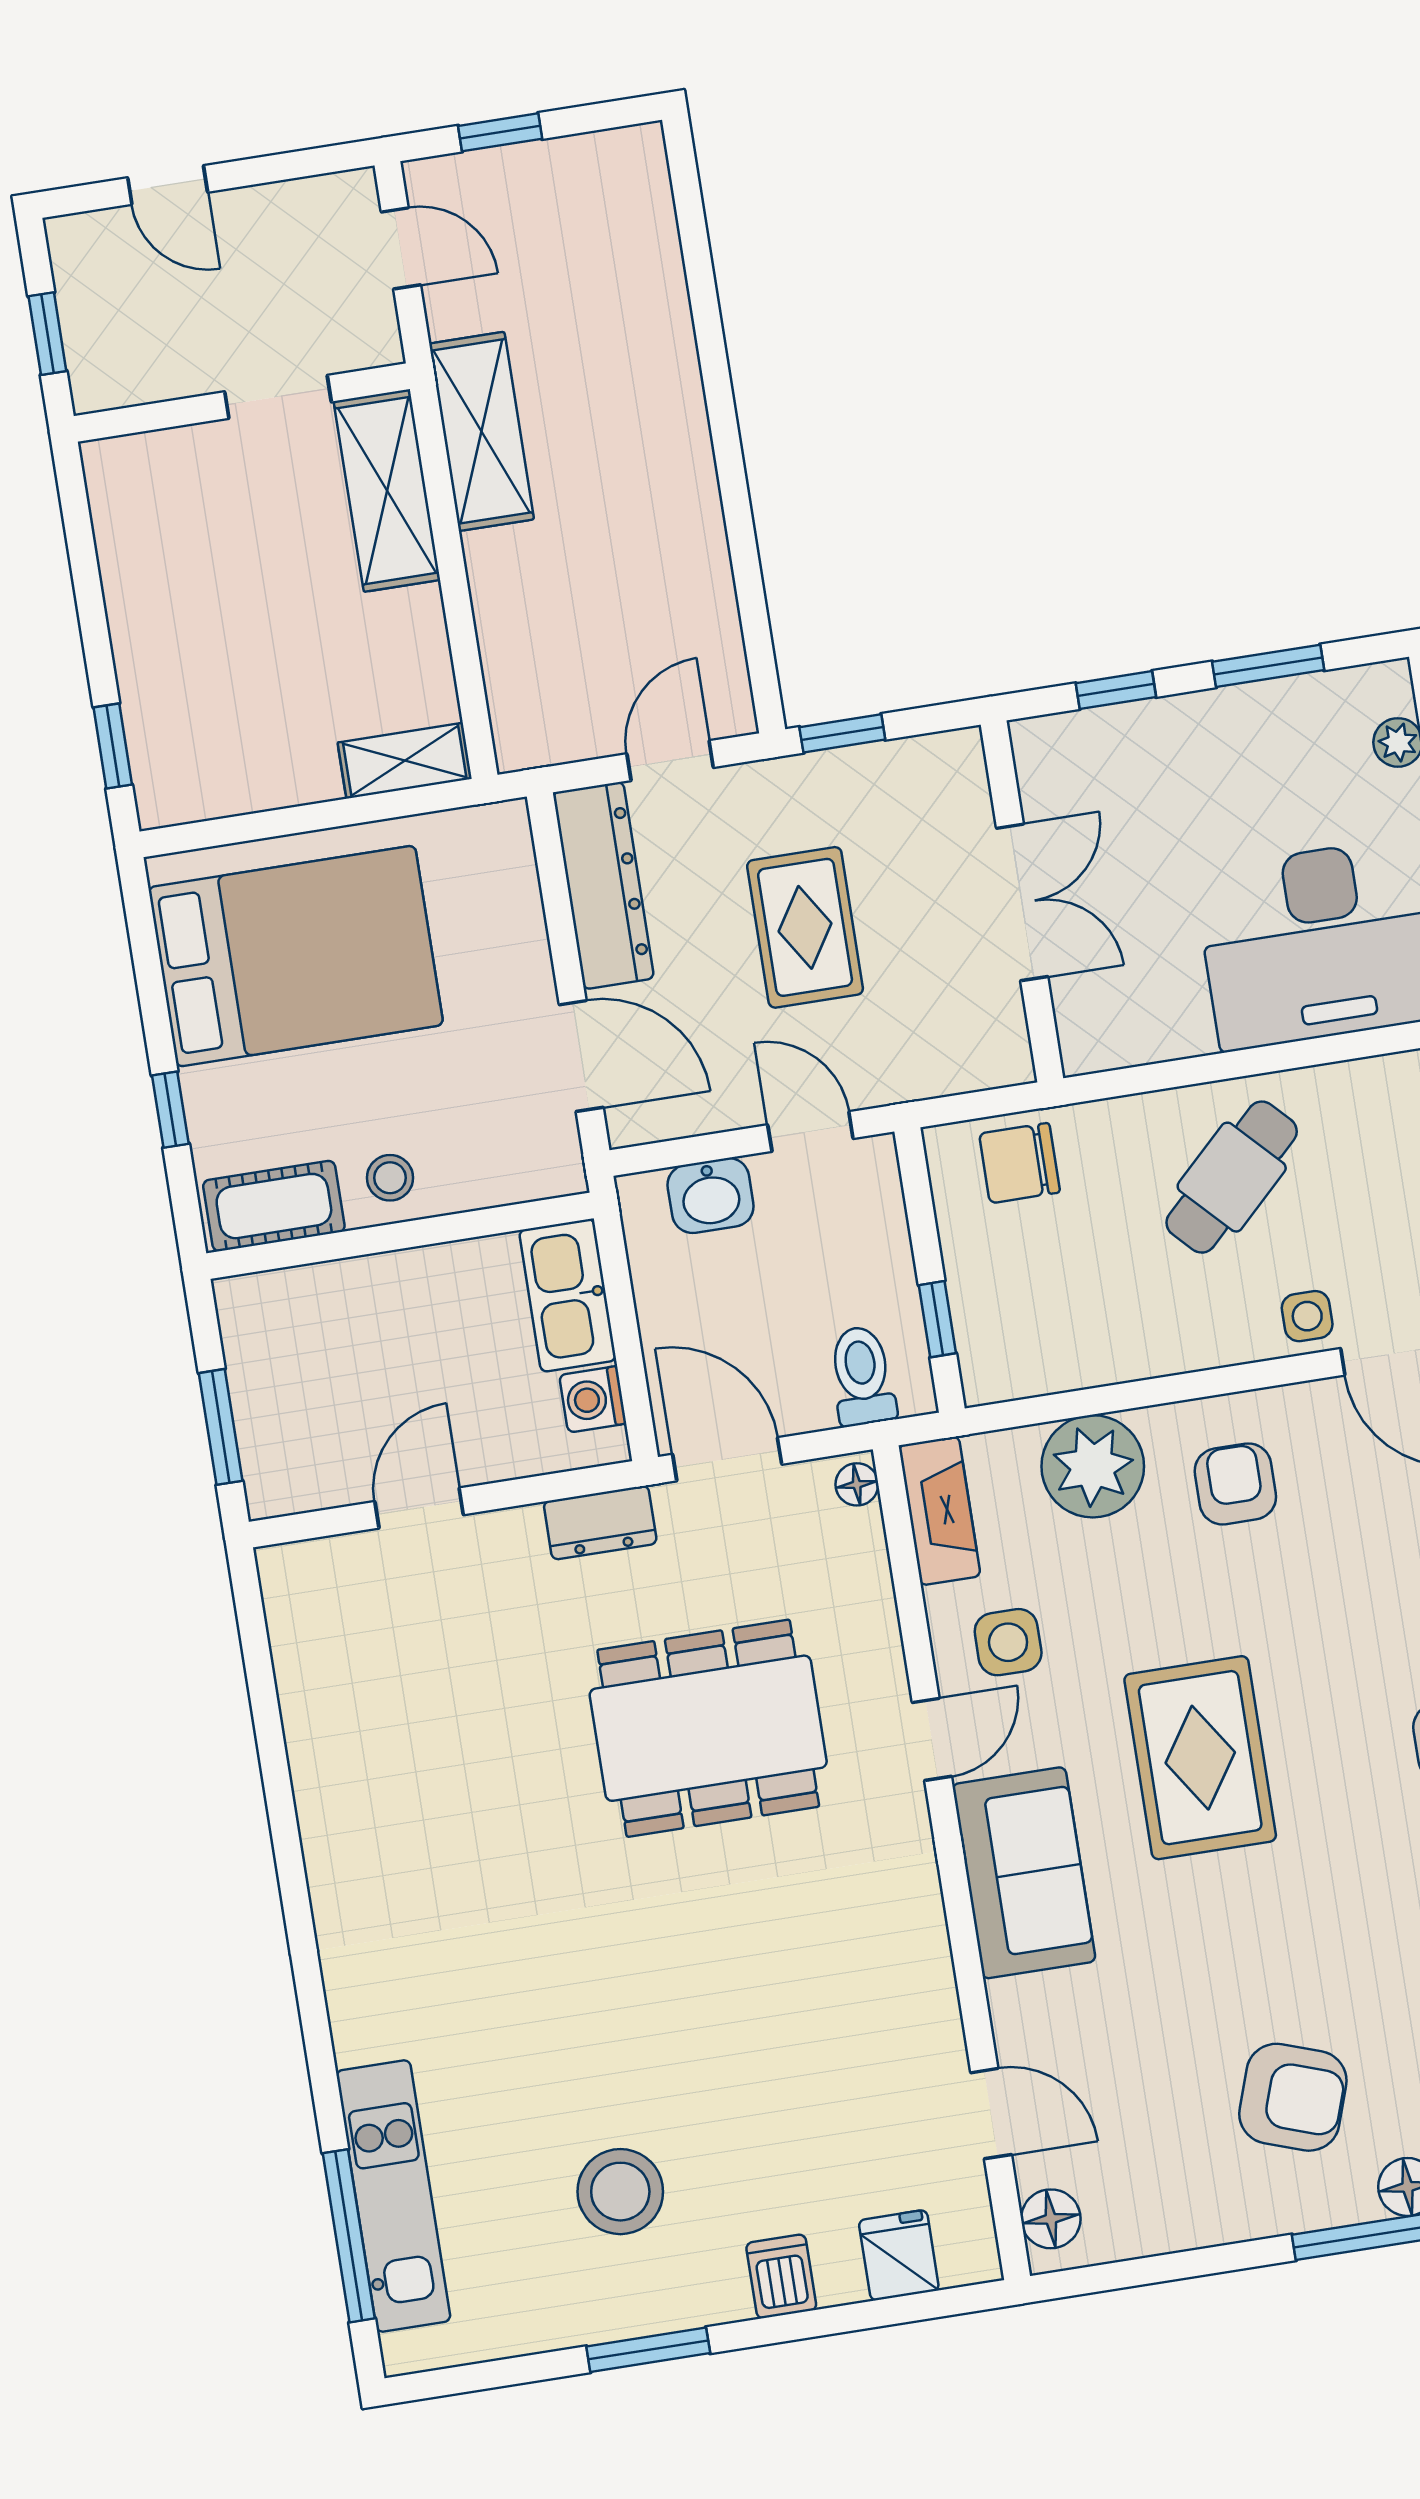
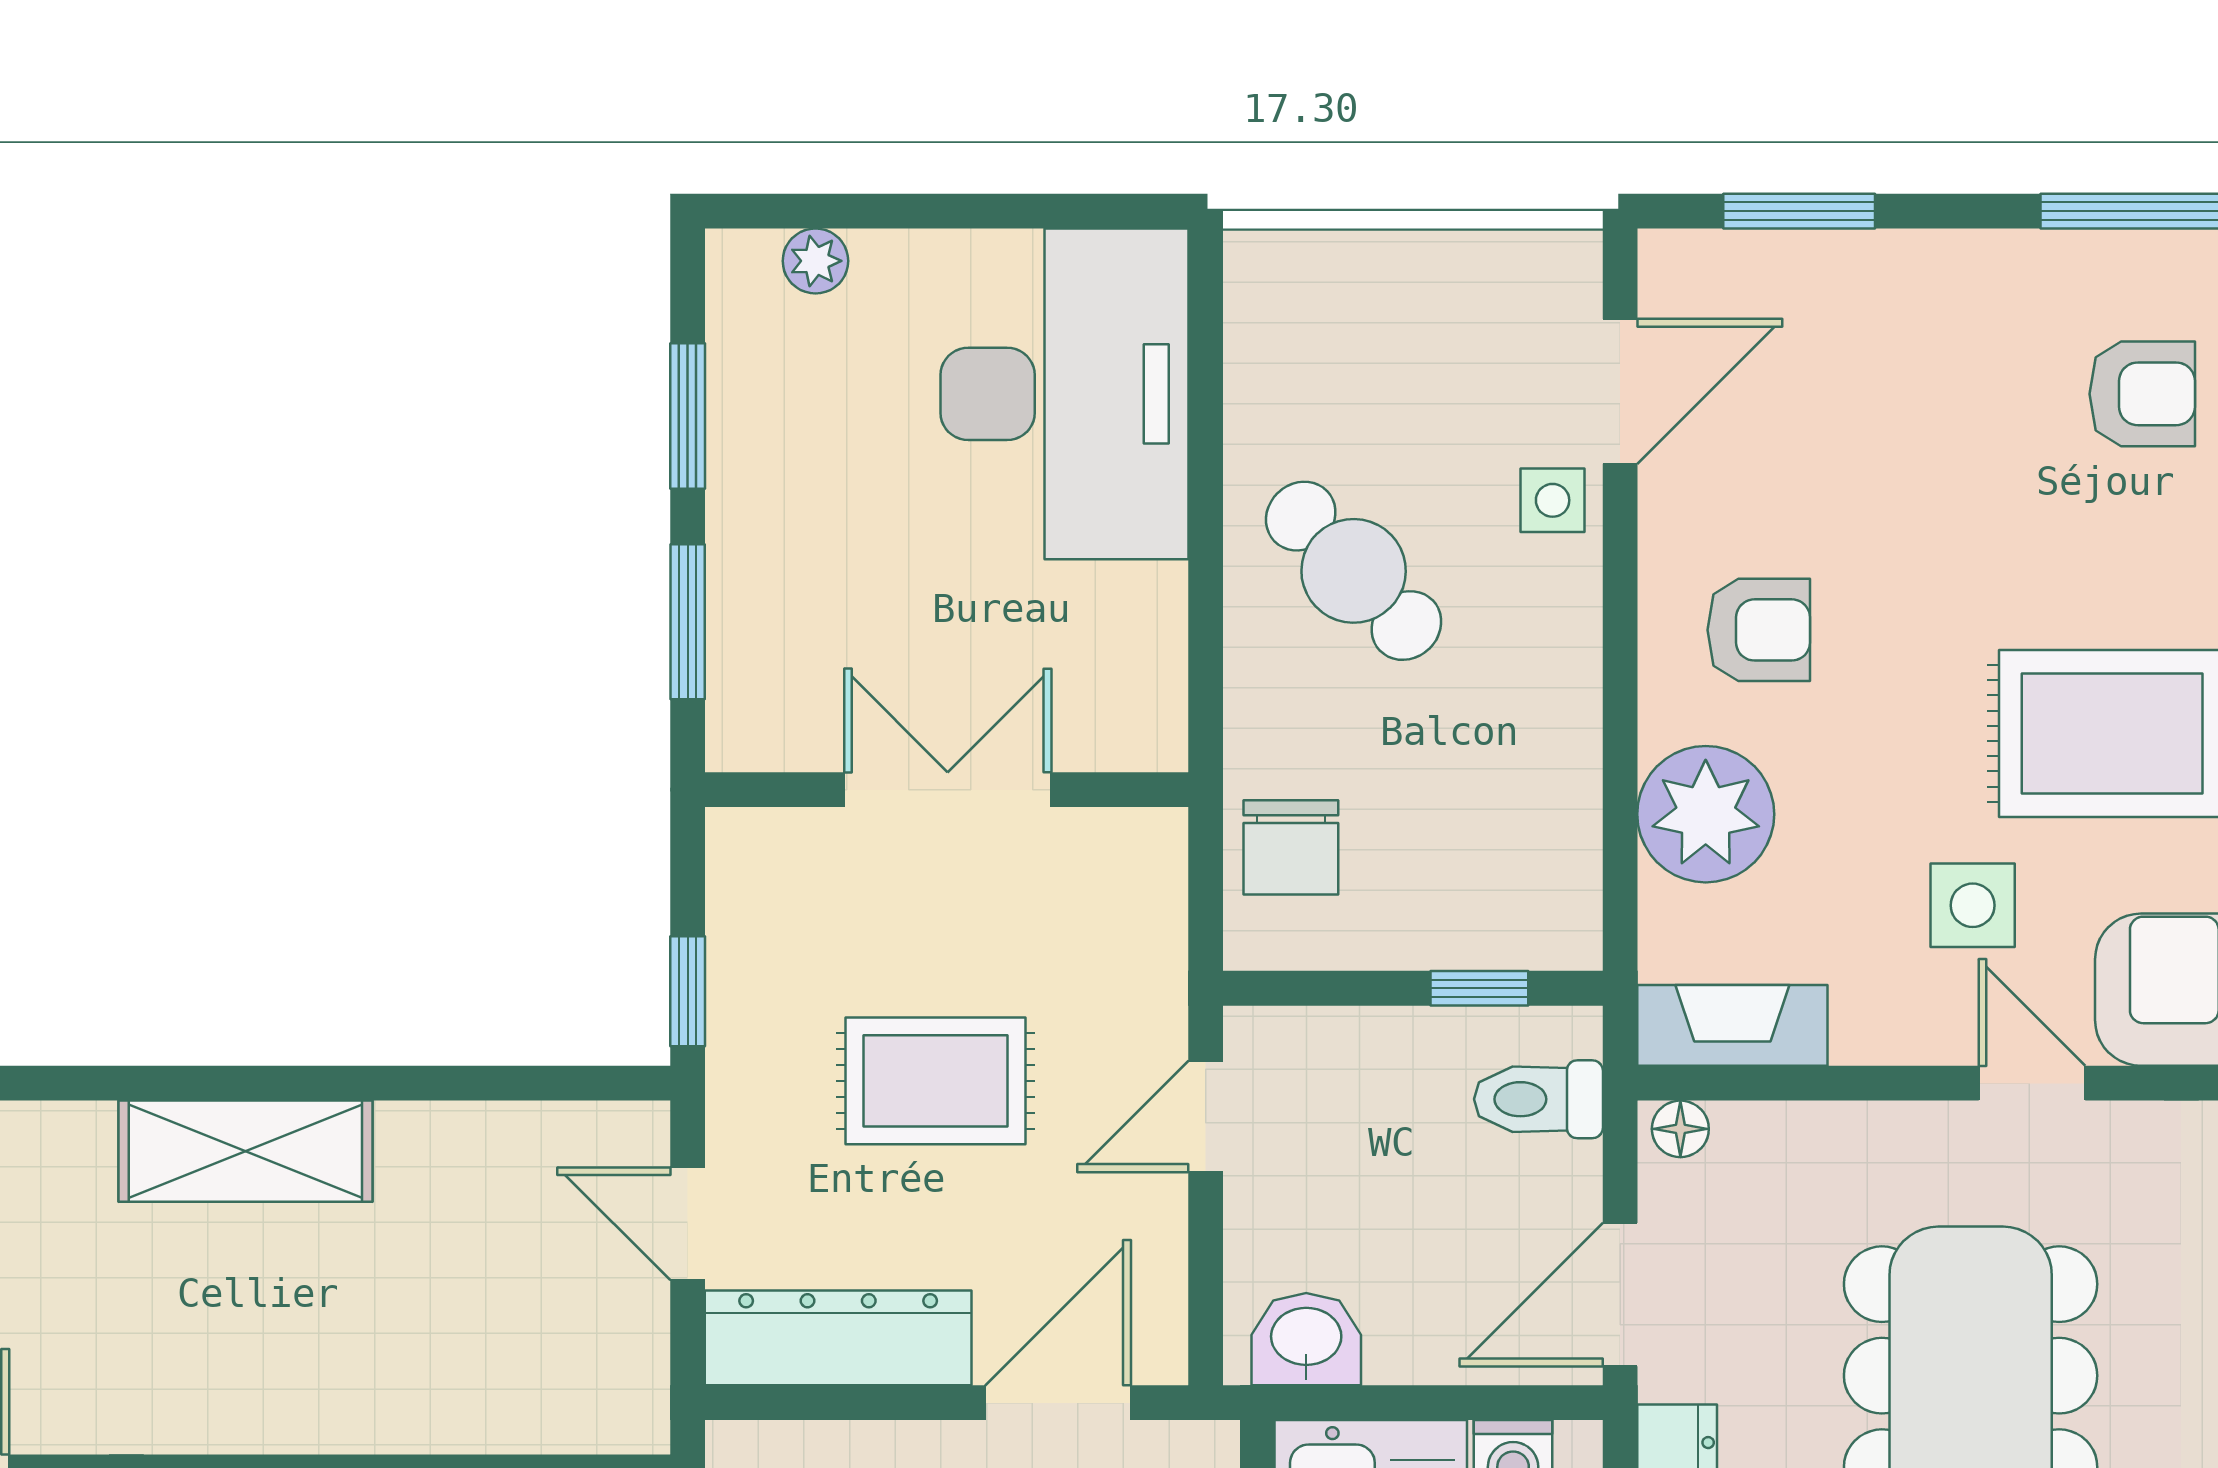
shelving: (481, 431) -> (245, 1151), moved
window: (1116, 690) -> (688, 622), width x1.50
washbasin: (711, 1196) -> (1306, 1339), moved, turned -90
armchair: (1235, 1484) -> (1759, 630), turned 180
side table: (1008, 1642) -> (1973, 905), moved

